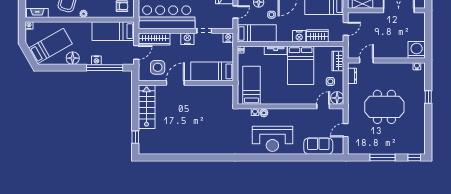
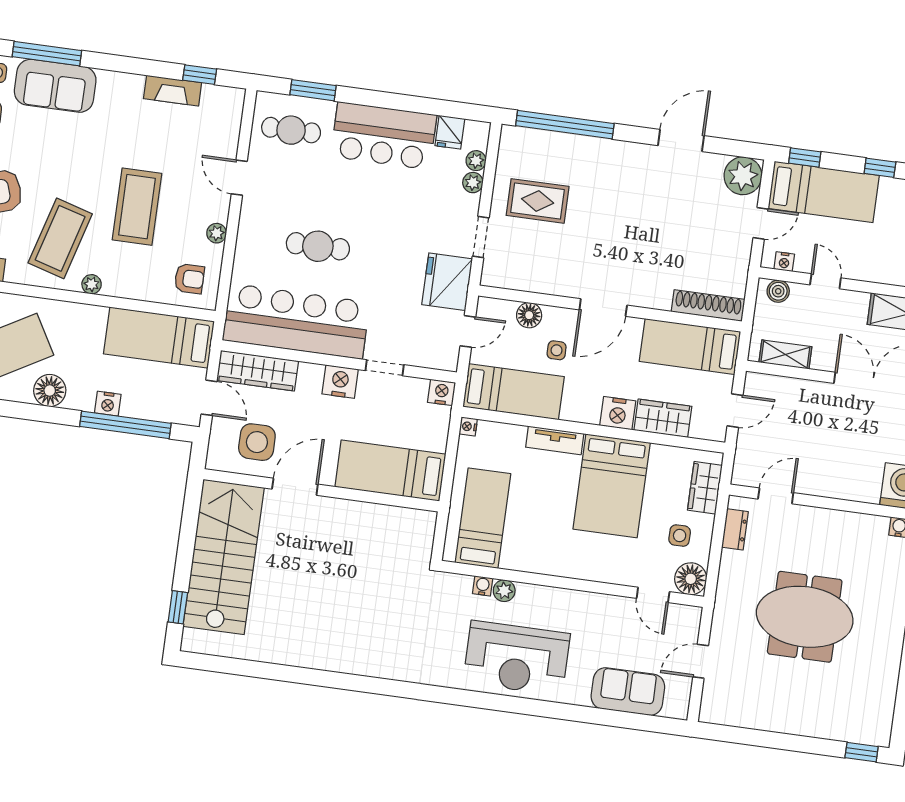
door: (136, 52) -> (209, 398), hinge flipped
door: (323, 106) -> (653, 595), swing flipped
stairs: (147, 107) -> (224, 557), width x1.36, depth x1.51
window: (382, 157) -> (783, 741), removed

